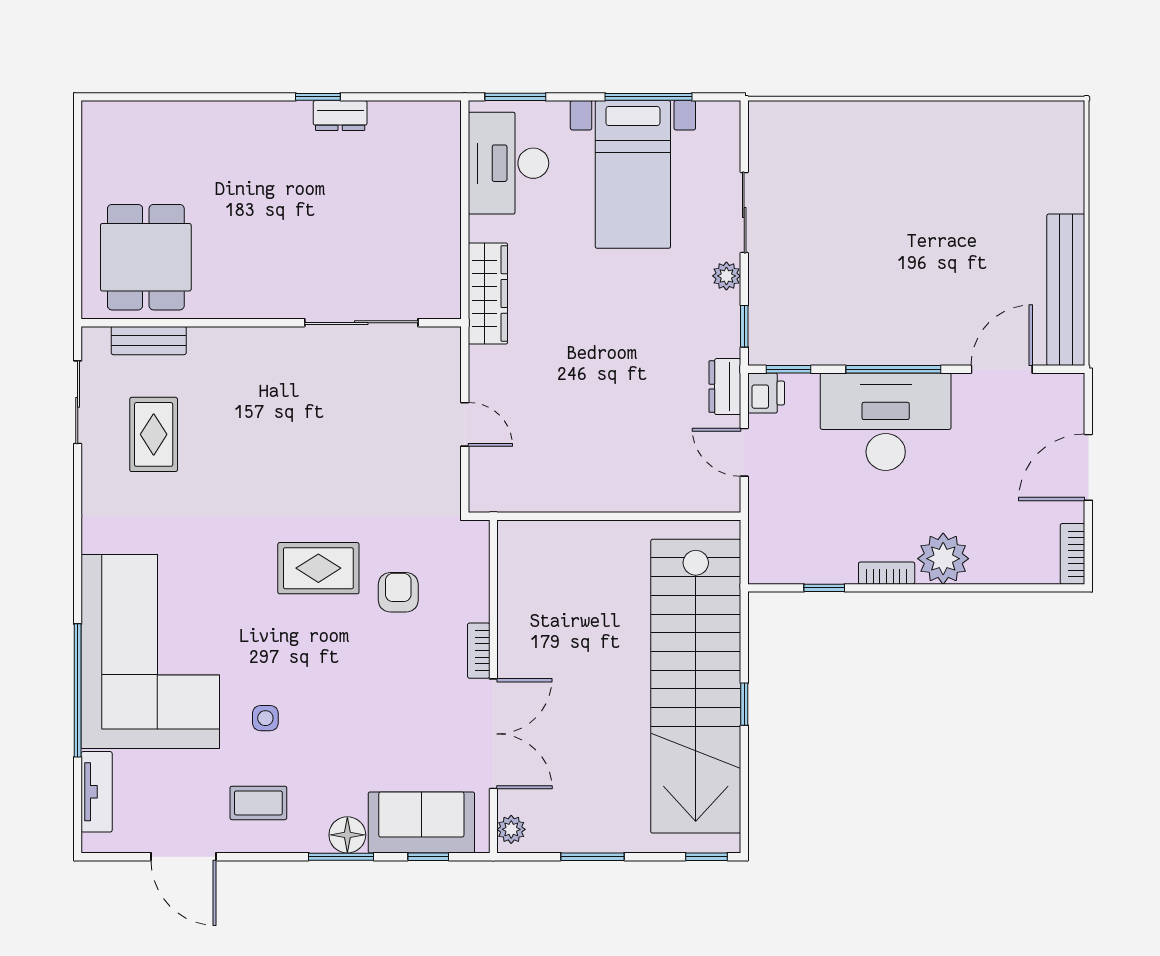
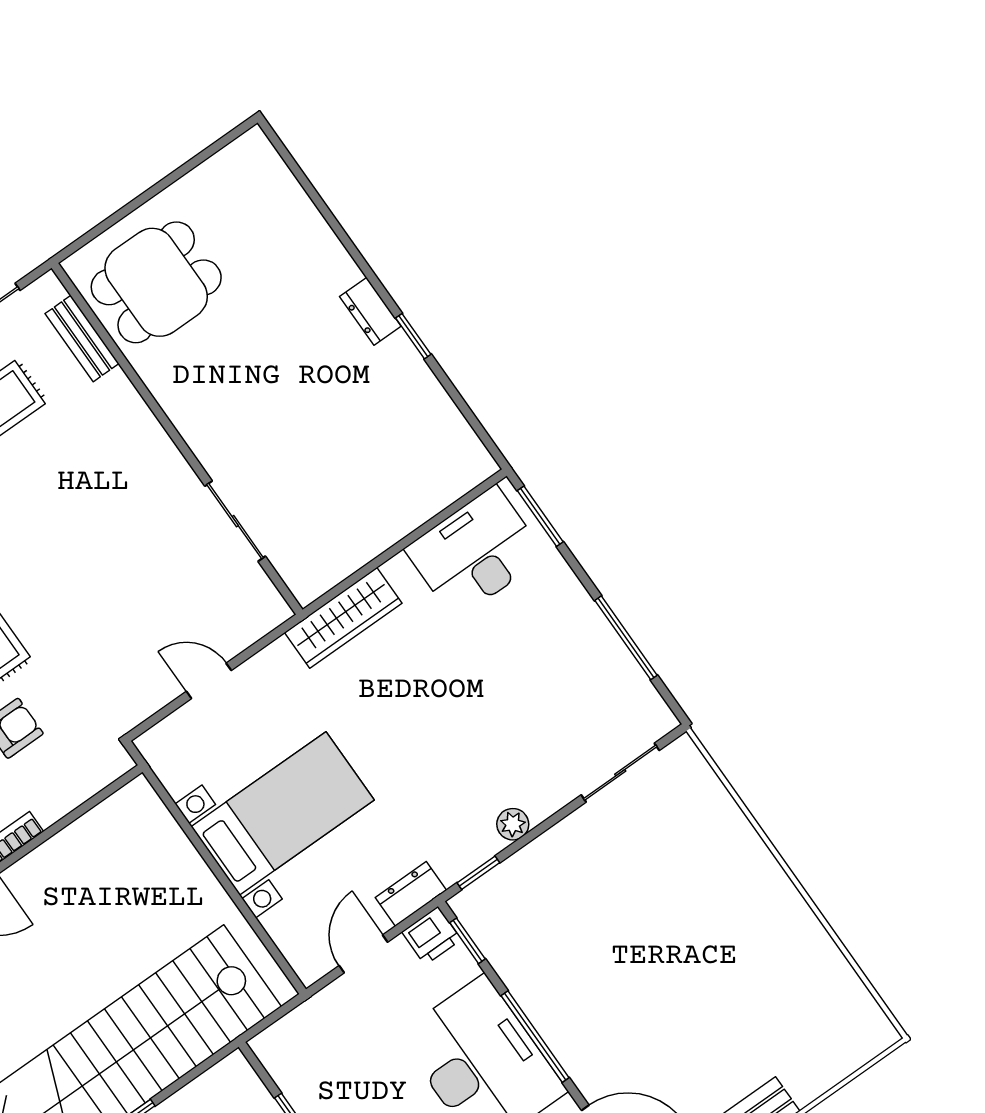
dresser: (340, 116) -> (370, 311), moved
bed with nightstands: (633, 174) -> (283, 813), moved, turned 180
sliding door: (744, 212) -> (620, 773), moved
sliding door: (361, 323) -> (235, 521), width x0.73
door: (465, 424) -> (209, 681), swing flipped

